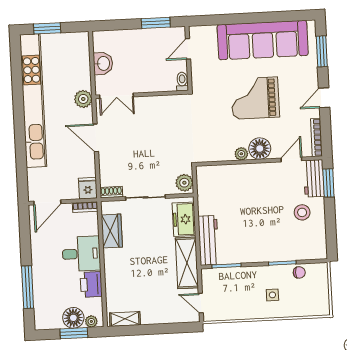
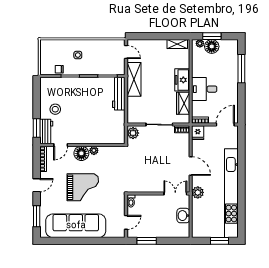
freezer: (184, 219) -> (182, 80), moved, turned 180
printer: (91, 284) -> (199, 68), removed

